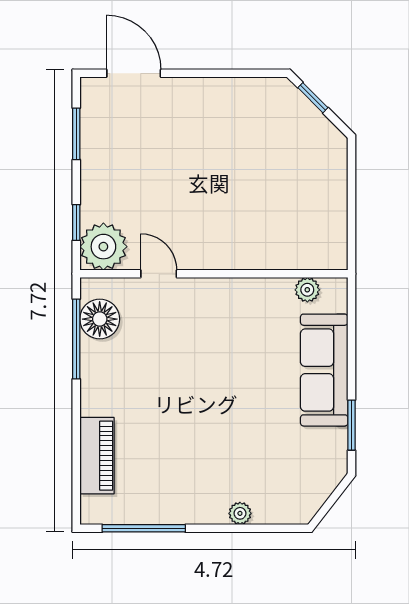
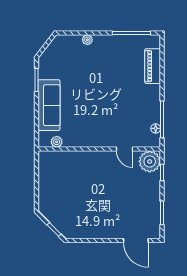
floor lamp: (100, 319) -> (156, 128), width x0.53, depth x0.53

